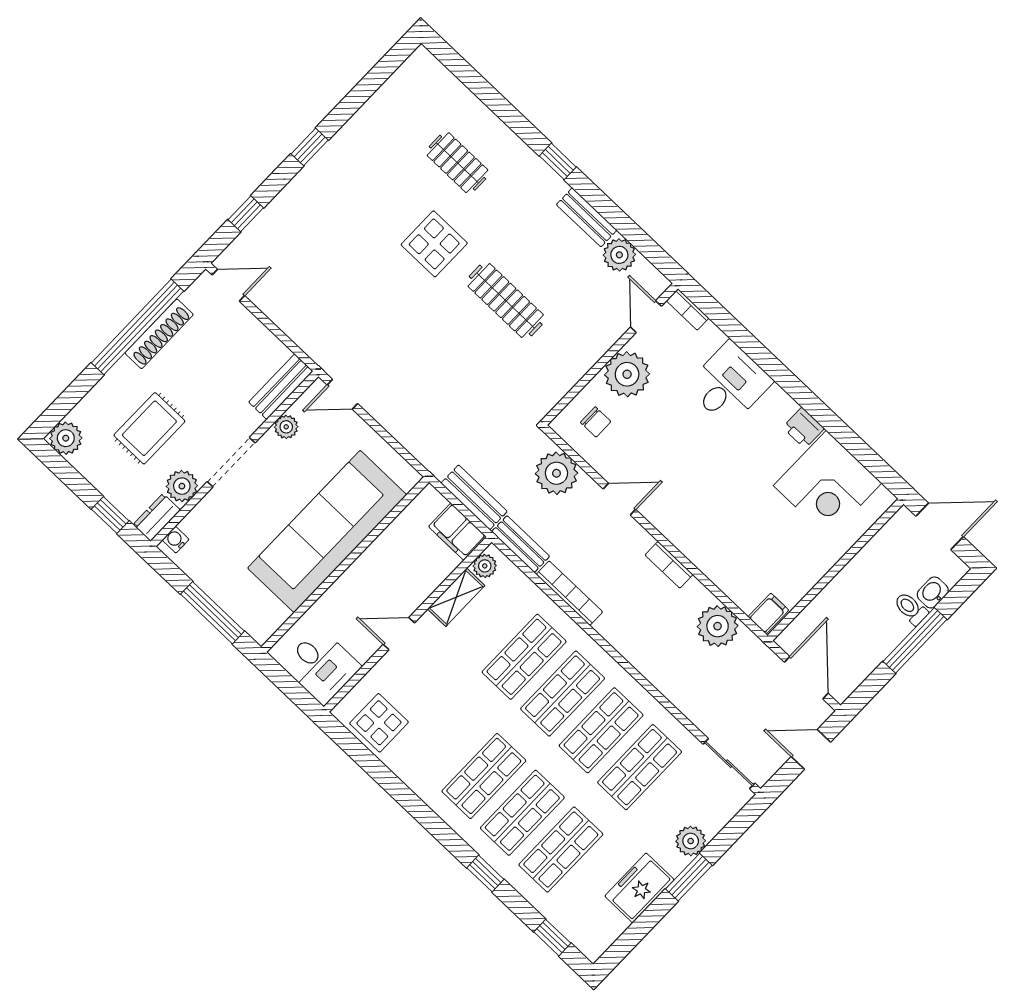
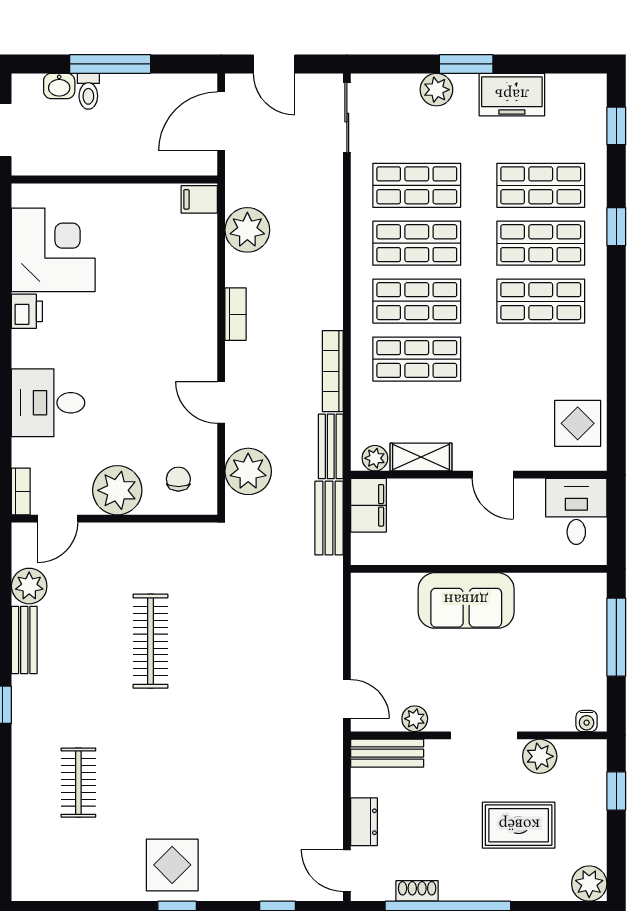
display table: (434, 244) -> (172, 865), moved
shoe rack: (159, 334) -> (417, 891), width x0.51, depth x0.81
dresser: (157, 517) -> (364, 822), moved, turned -90
sofa: (327, 531) -> (466, 600), width x0.54, depth x0.79

